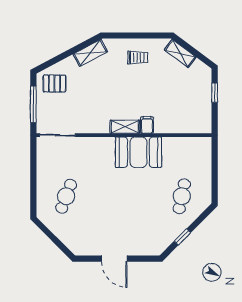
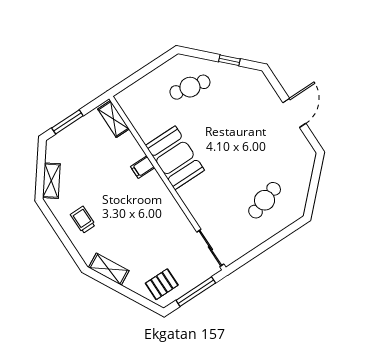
pallet: (55, 84) -> (162, 284), turned 90
window: (215, 93) -> (67, 122), width x1.50
shelving: (125, 127) -> (113, 119), moved
cafe table: (66, 196) -> (265, 200), turned -39

